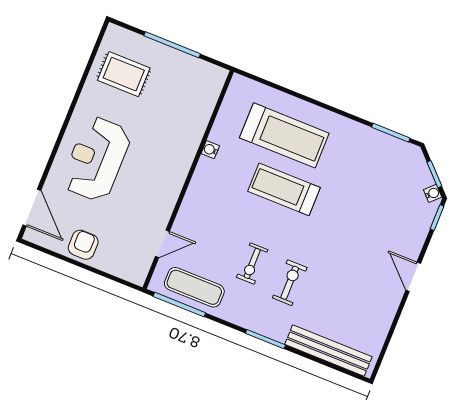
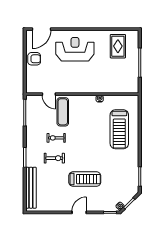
treadmill: (284, 189) -> (85, 179), moved, turned 90
exercise mat: (194, 287) -> (63, 112), moved

